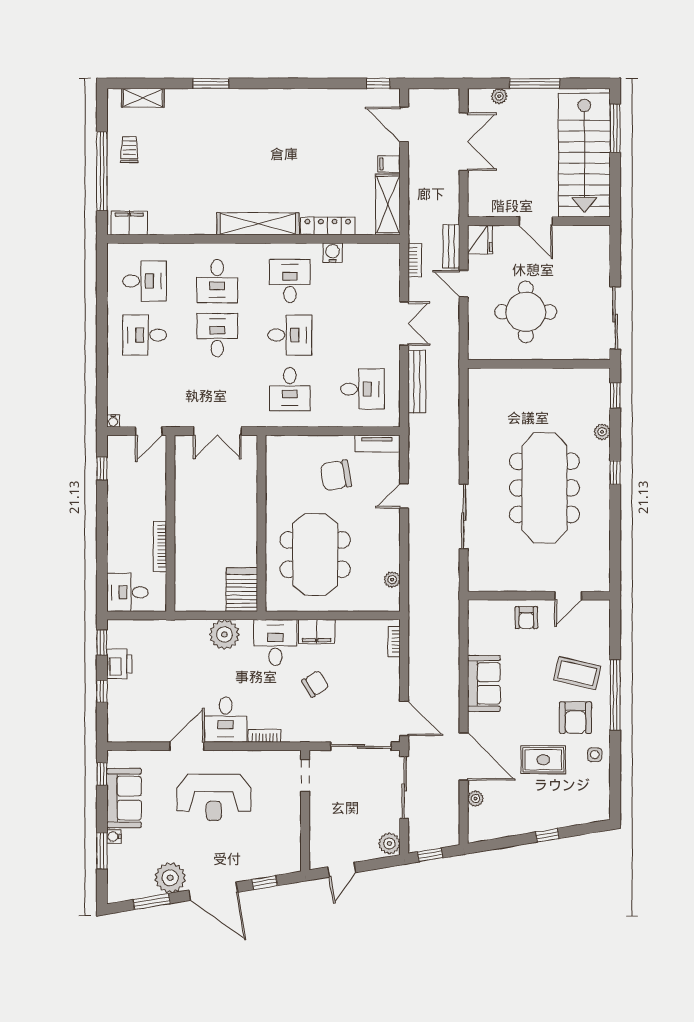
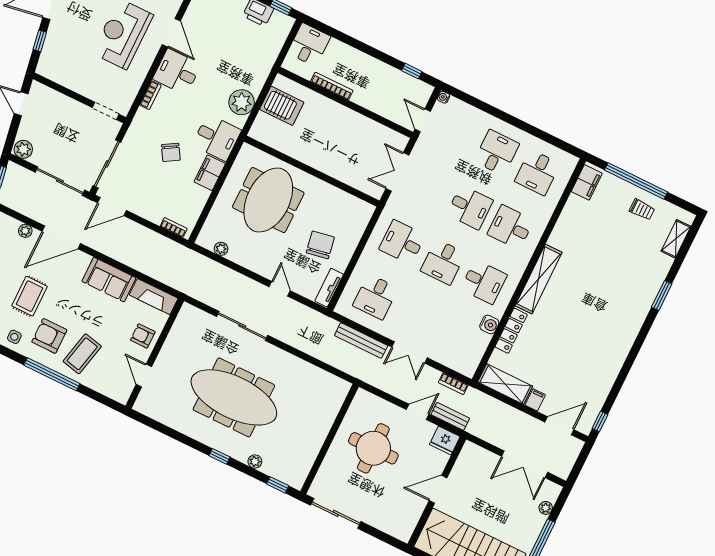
meeting table: (315, 555) -> (268, 200), turned 90
server rack: (242, 590) -> (282, 106), moved
fireplace: (479, 627) -> (154, 297), added

